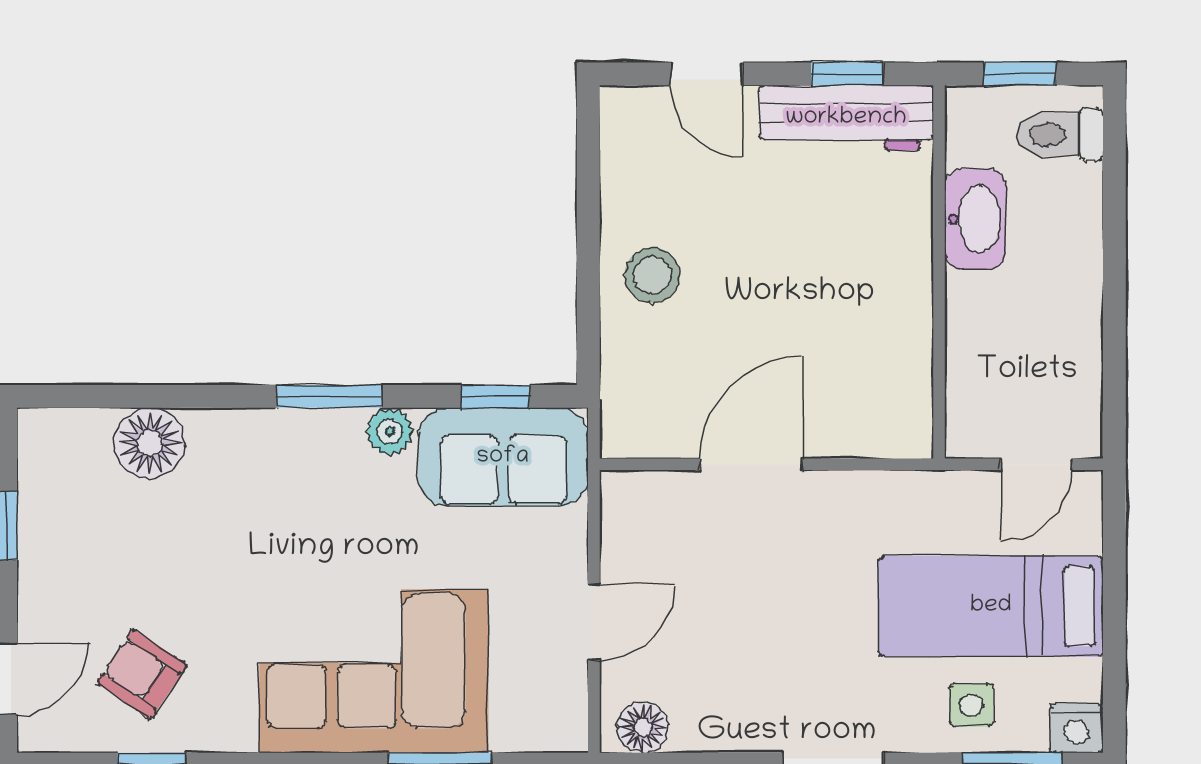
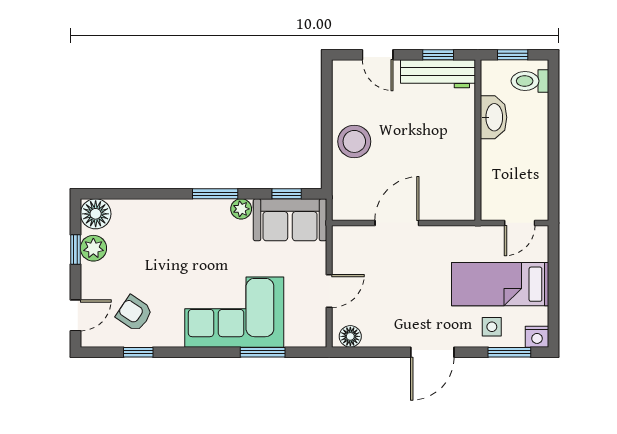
stool: (652, 275) -> (354, 141), width x1.38, depth x1.38
floor lamp: (150, 443) -> (96, 214), moved
plant: (47, 523) -> (93, 248), added

